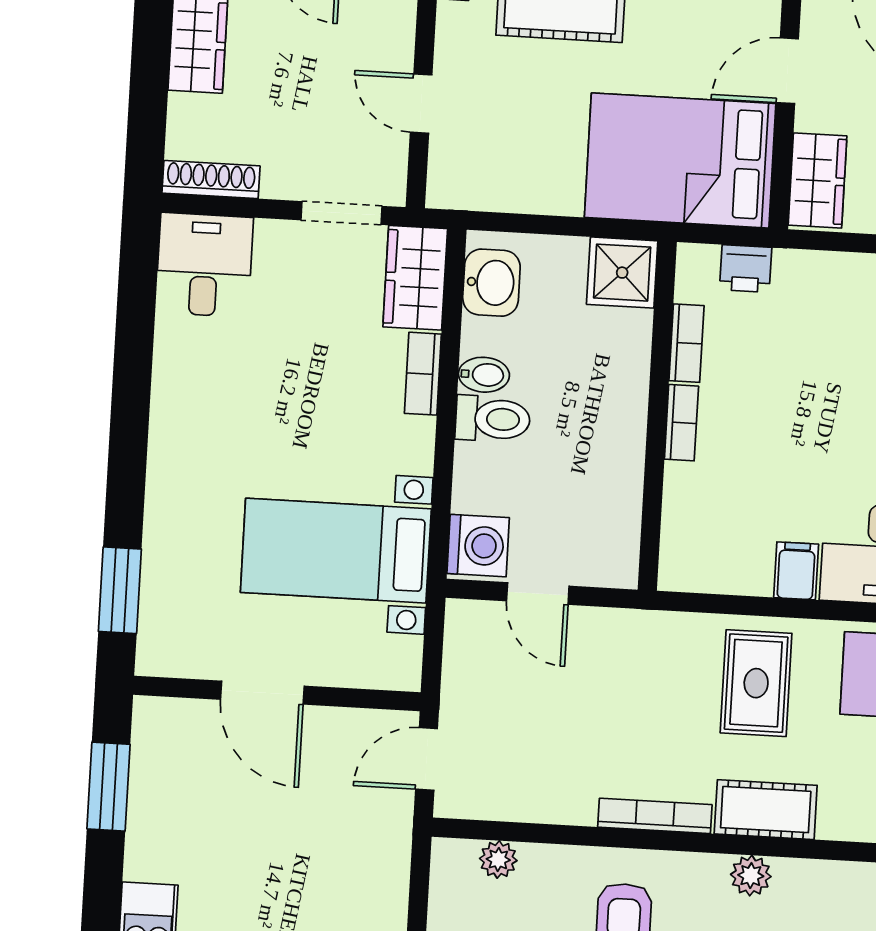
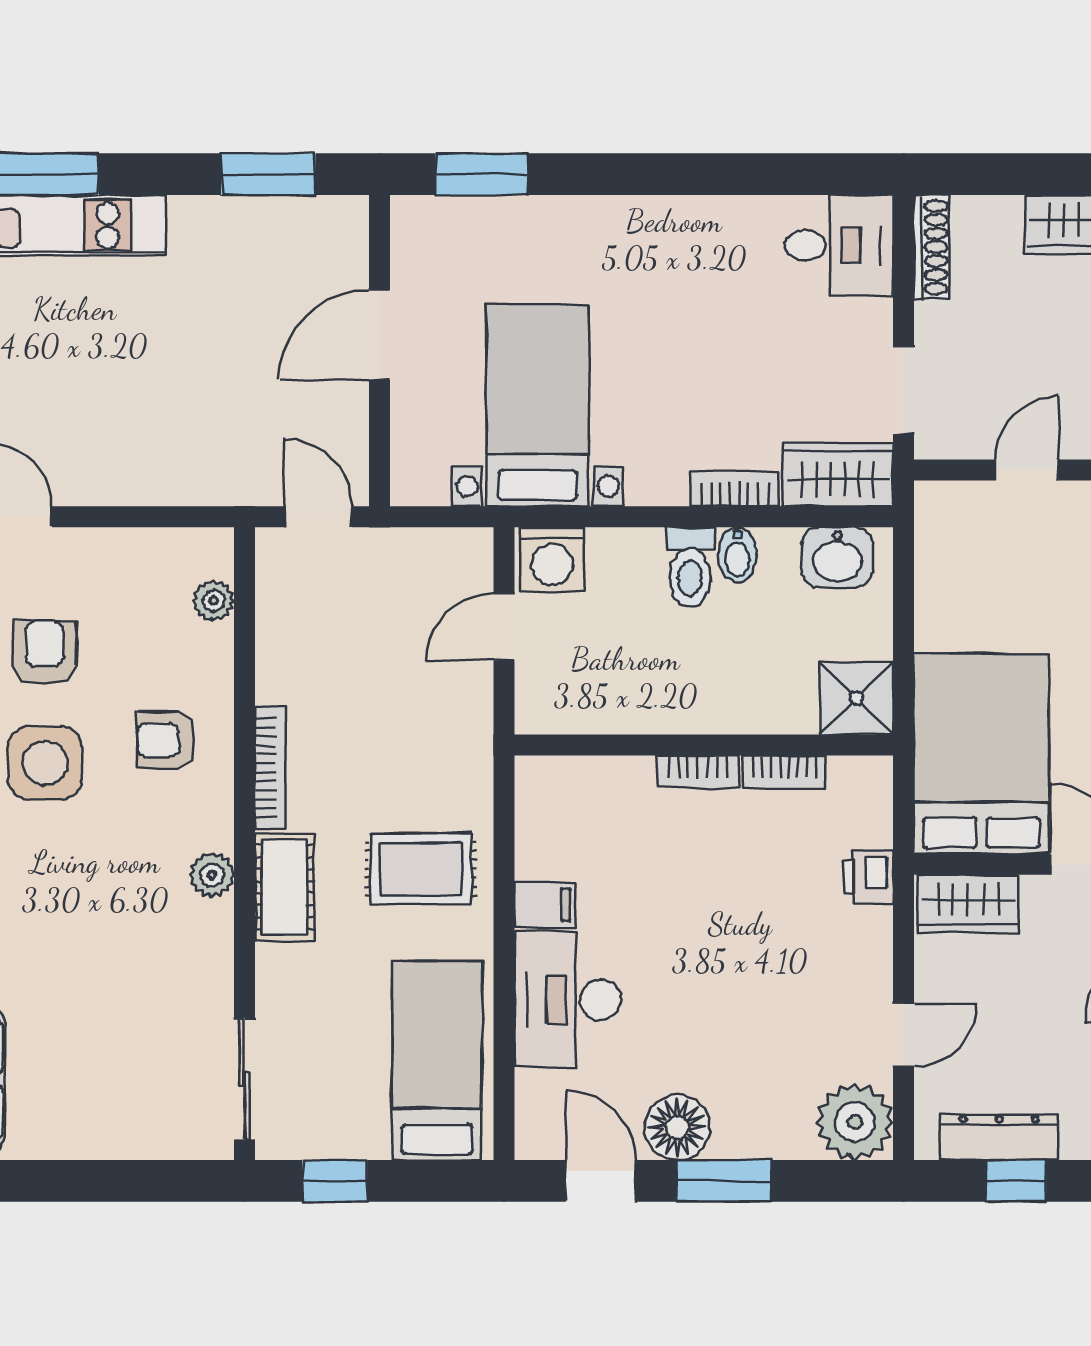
printer: (746, 269) -> (869, 877), moved

